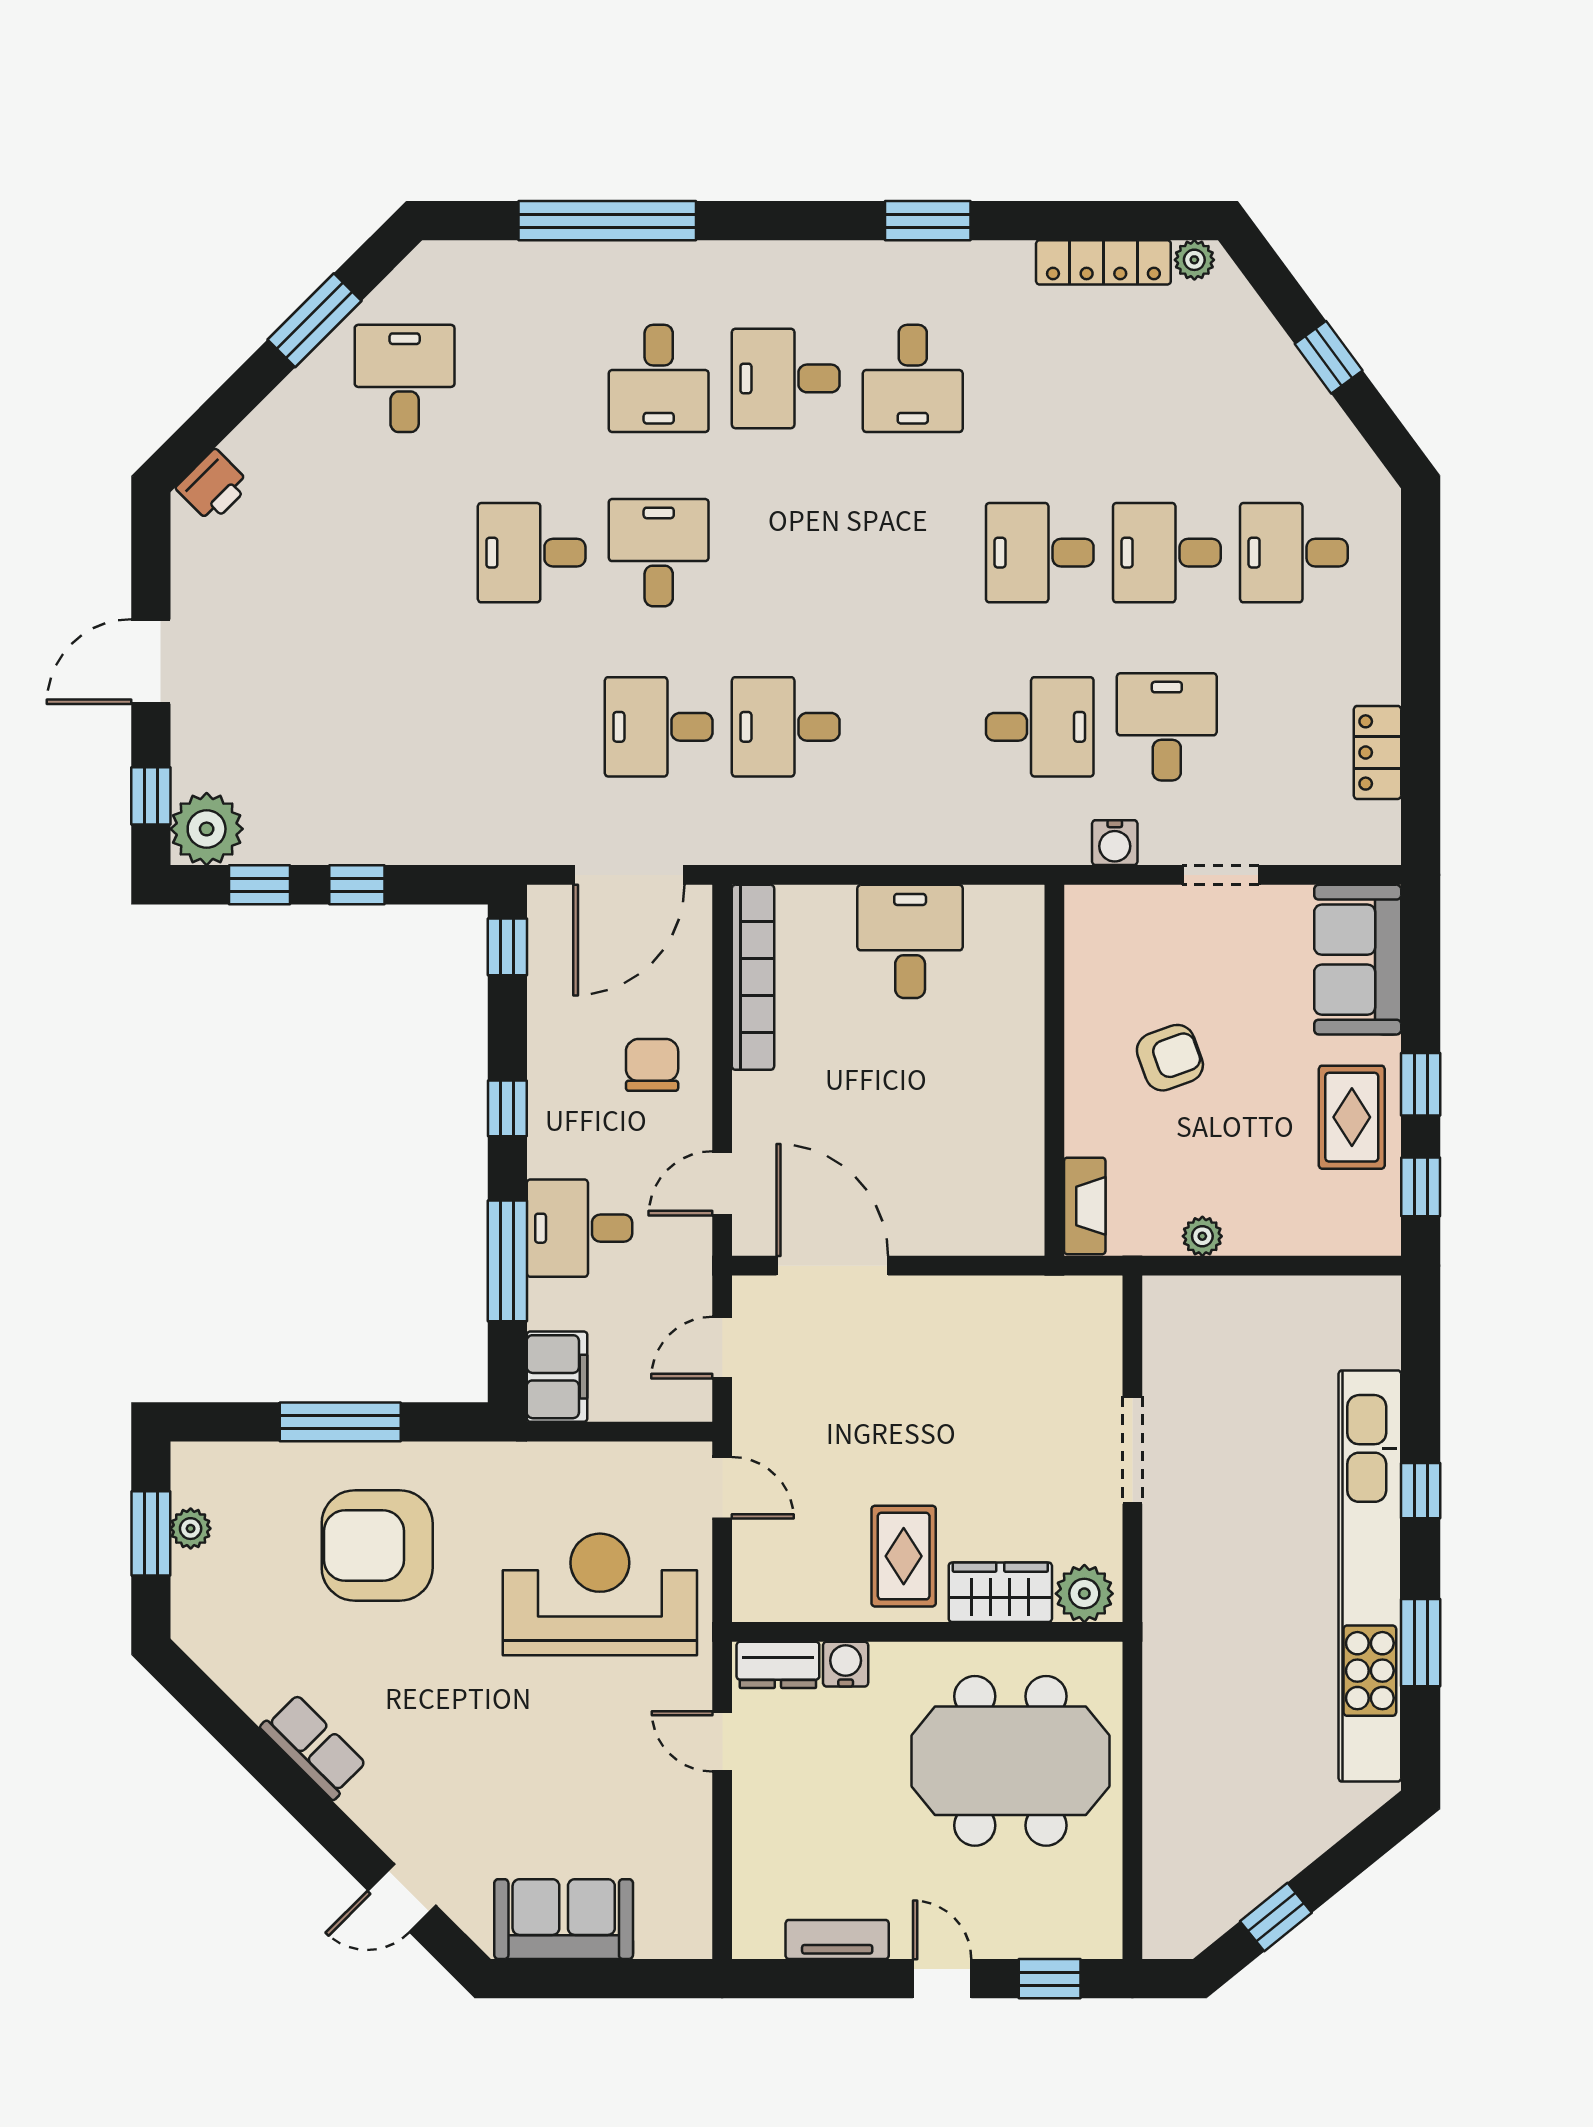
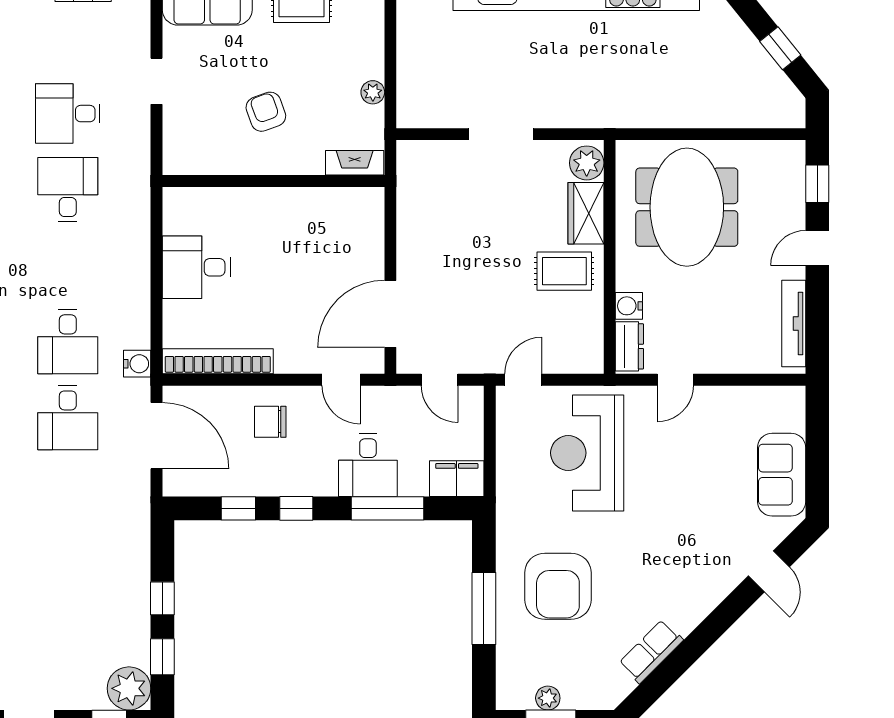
water cooler: (1115, 843) -> (137, 364), moved
window: (507, 947) -> (238, 508), moved
row of seats: (314, 1747) -> (651, 651), moved
tv unit: (837, 1939) -> (794, 324), width x1.41

